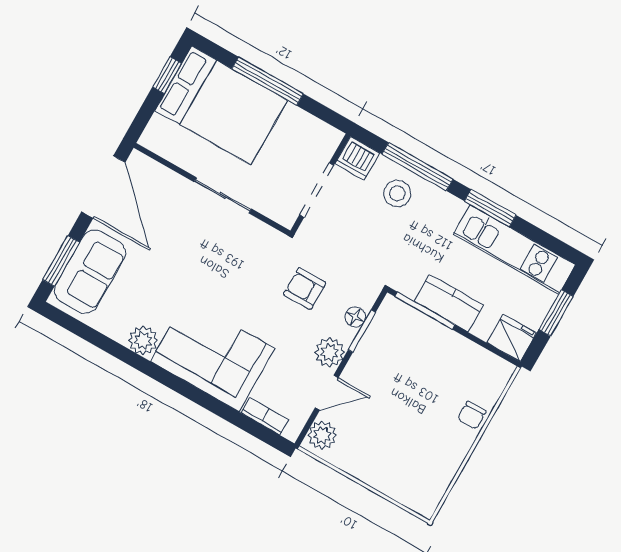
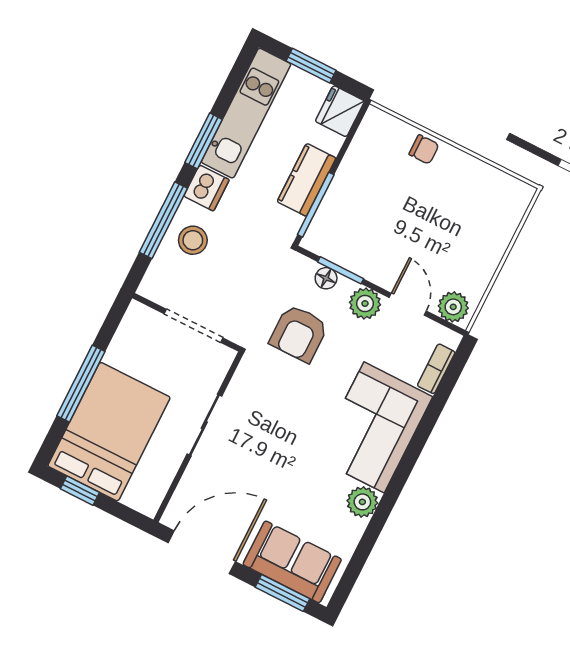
dishwasher: (357, 158) -> (207, 188), moved
armchair: (305, 289) -> (299, 333), width x1.38, depth x1.38

